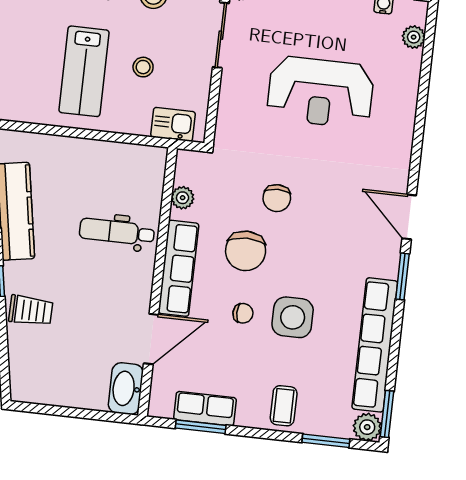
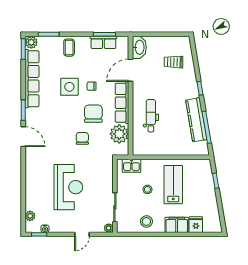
reception desk: (320, 92) -> (68, 187), turned 90
plant: (183, 198) -> (119, 134), width x1.88, depth x1.88
dental chair: (117, 232) -> (151, 116), turned -90
trolley: (31, 311) -> (174, 62), moved

